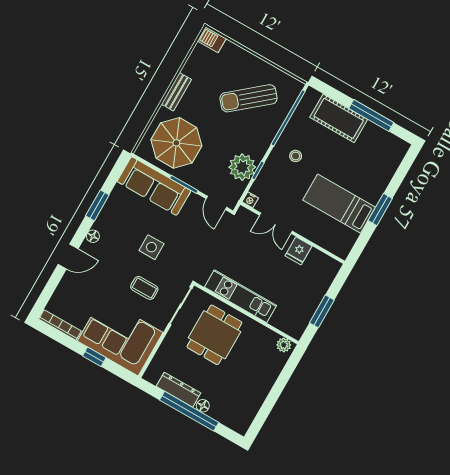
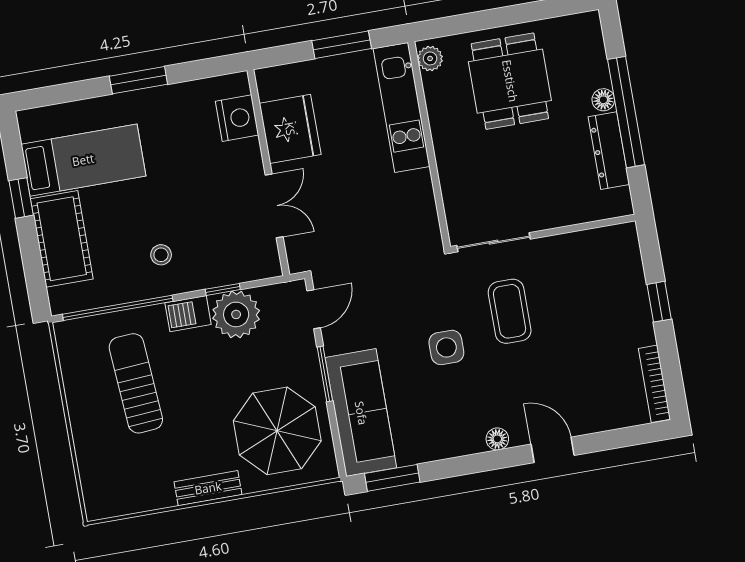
barbecue: (212, 40) -> (188, 314), moved, turned 90
sun lounger: (248, 98) -> (136, 383), turned -144
window: (371, 115) -> (21, 198), width x0.46
nightstand: (250, 200) -> (237, 118), moved, width x1.89, depth x1.79
bed: (339, 204) -> (83, 160), moved, turned -90
window: (97, 205) -> (392, 478), moved
fridge: (299, 251) -> (290, 129), width x1.88, depth x1.34
coffee table: (144, 288) -> (510, 311), width x1.36, depth x1.30
kitchen unit: (240, 296) -> (402, 108), moved
dining table: (214, 335) -> (510, 81), moved, turned 90
corner sofa: (120, 337) -> (603, 289), removed

